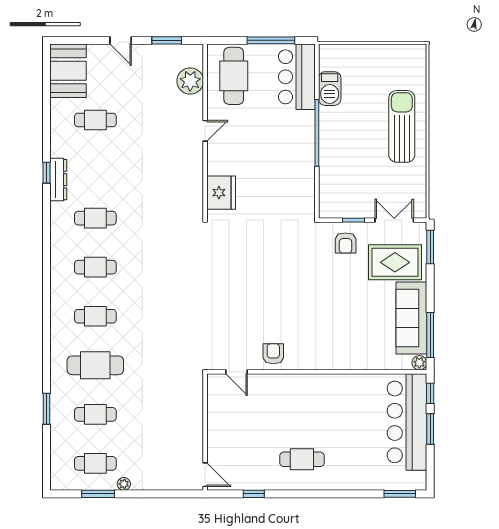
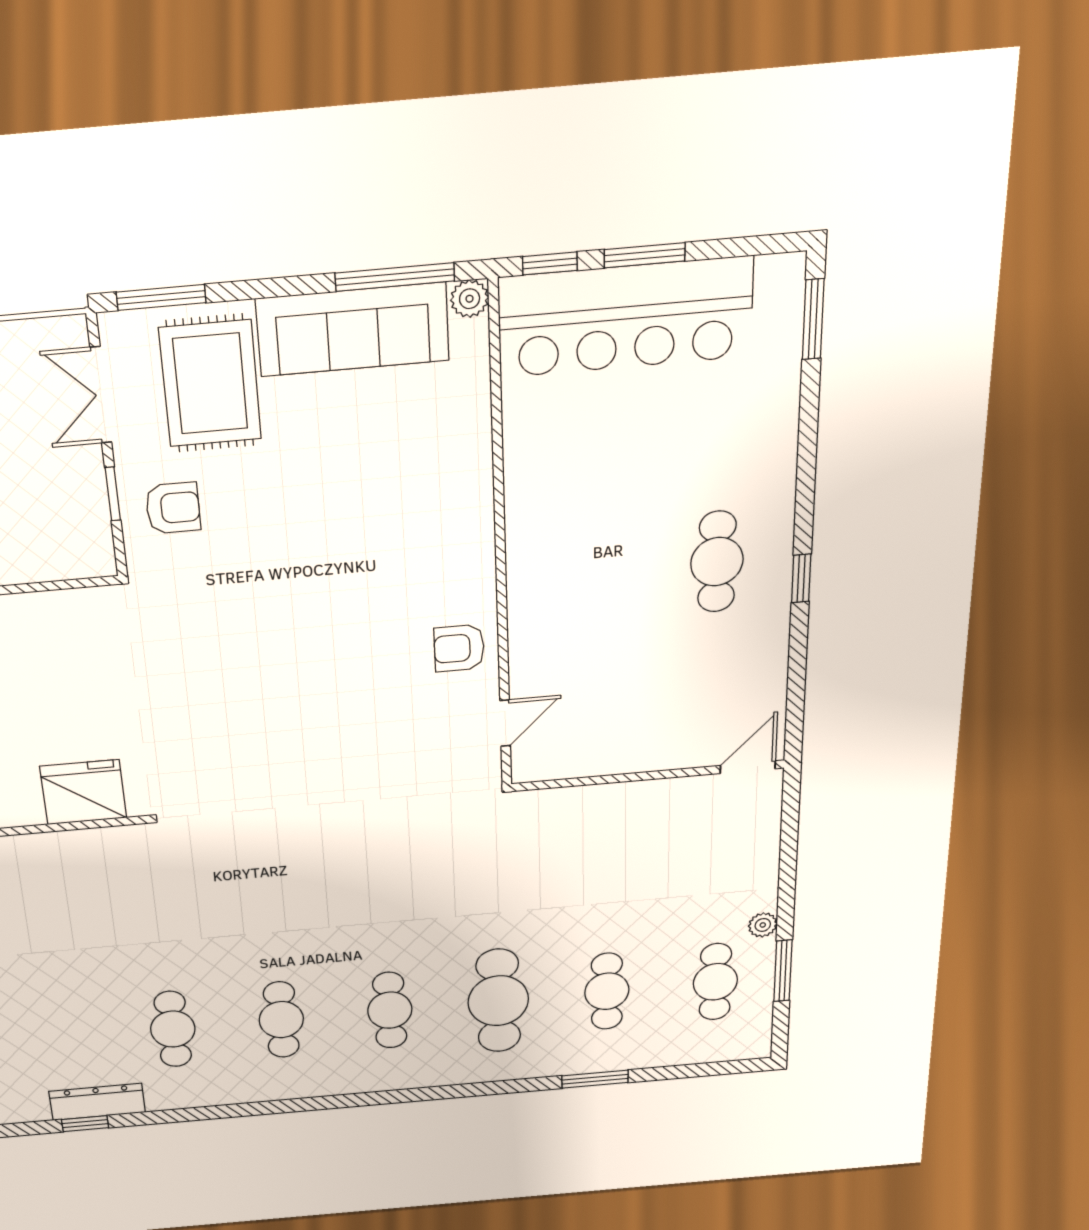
window: (254, 494) -> (801, 578), moved

